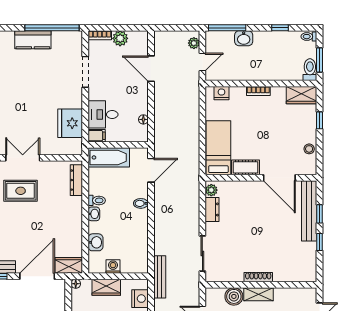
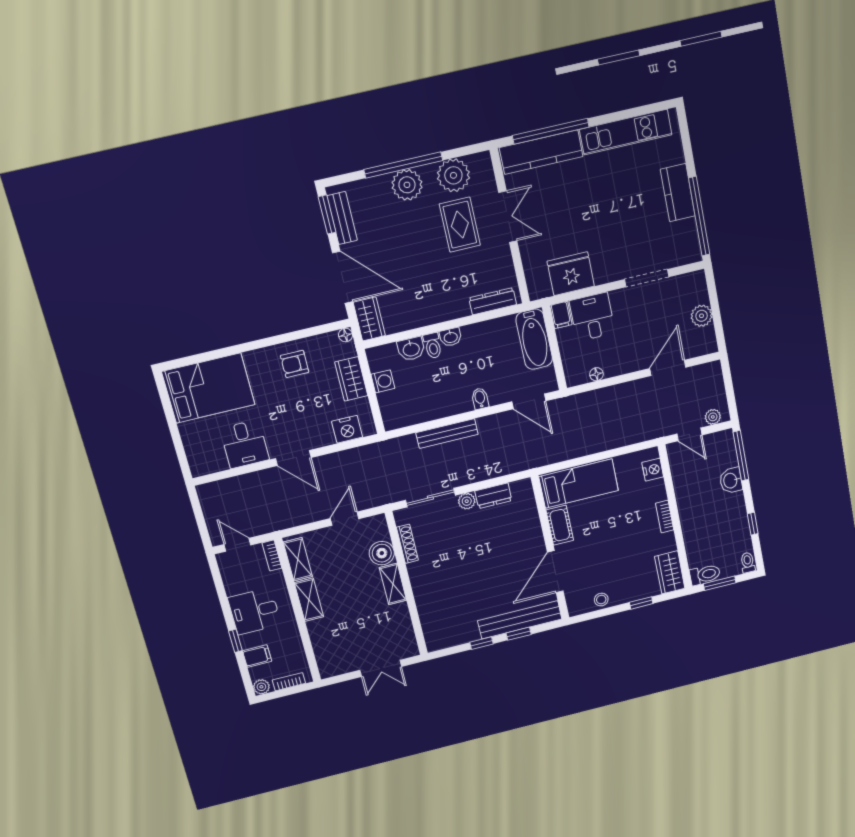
bookcase: (100, 35) -> (701, 286), removed
plant: (211, 190) -> (467, 501), moved
toilet: (97, 200) -> (433, 346), moved
bench: (160, 277) -> (447, 434), moved
shoe rack: (258, 277) -> (407, 544), moved

